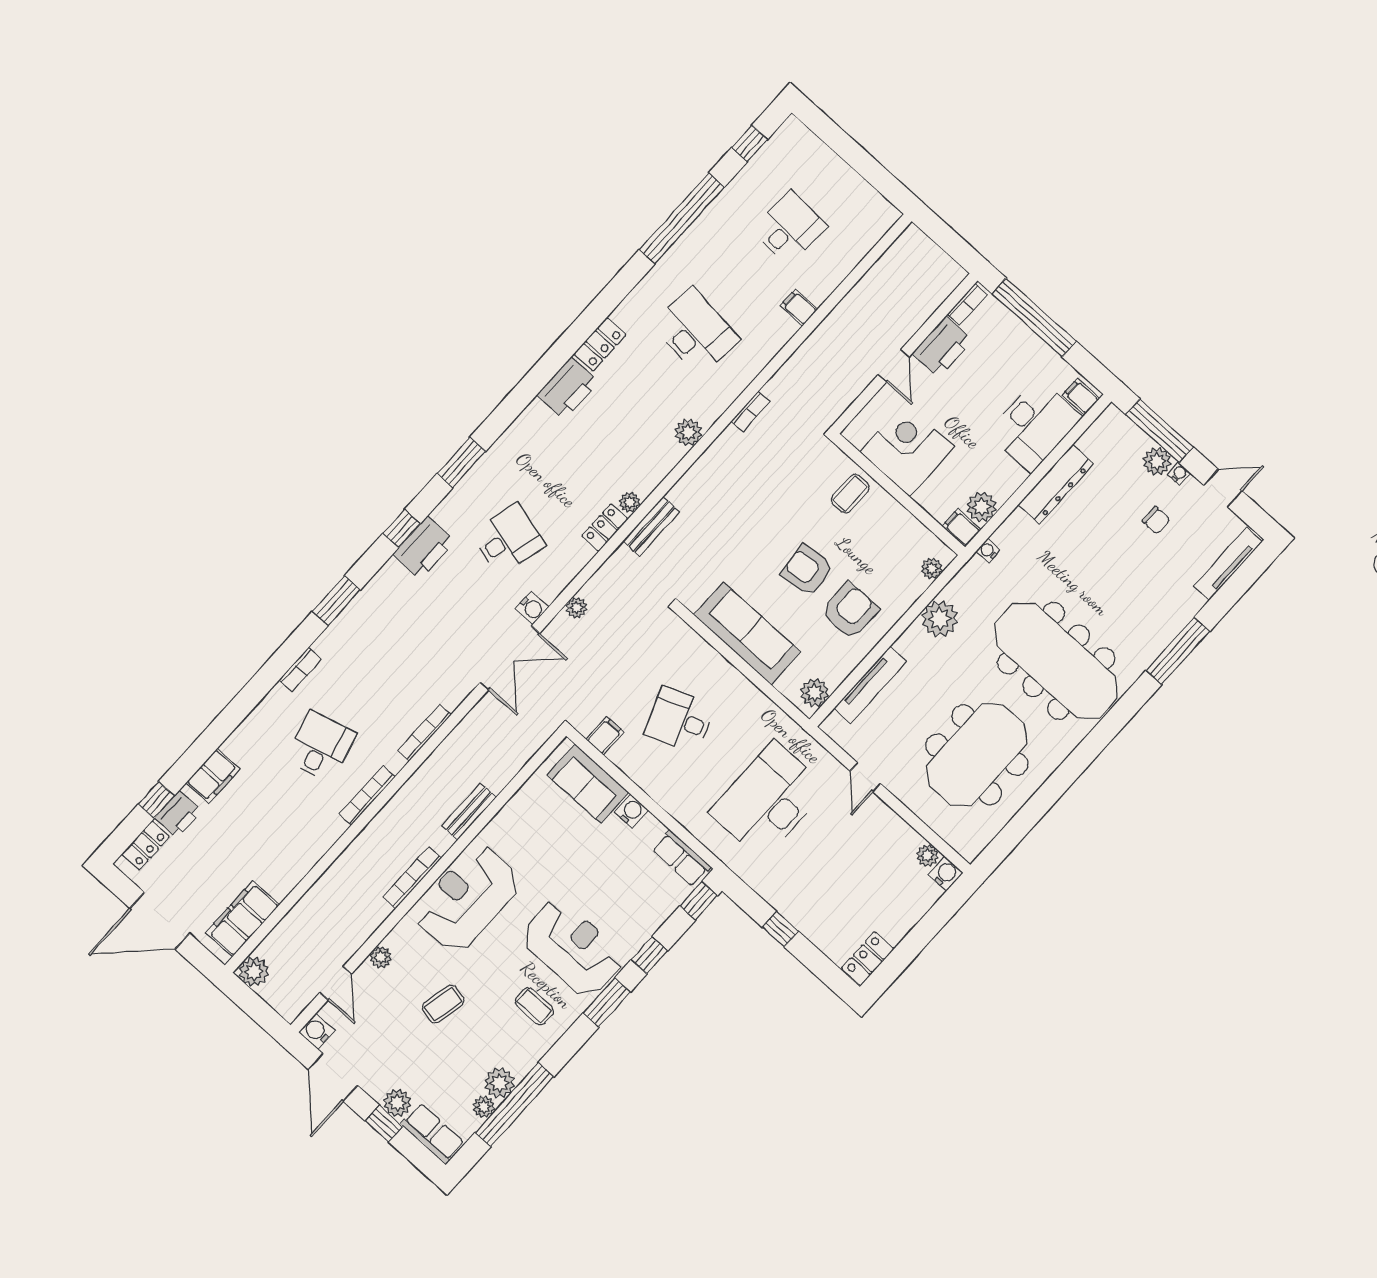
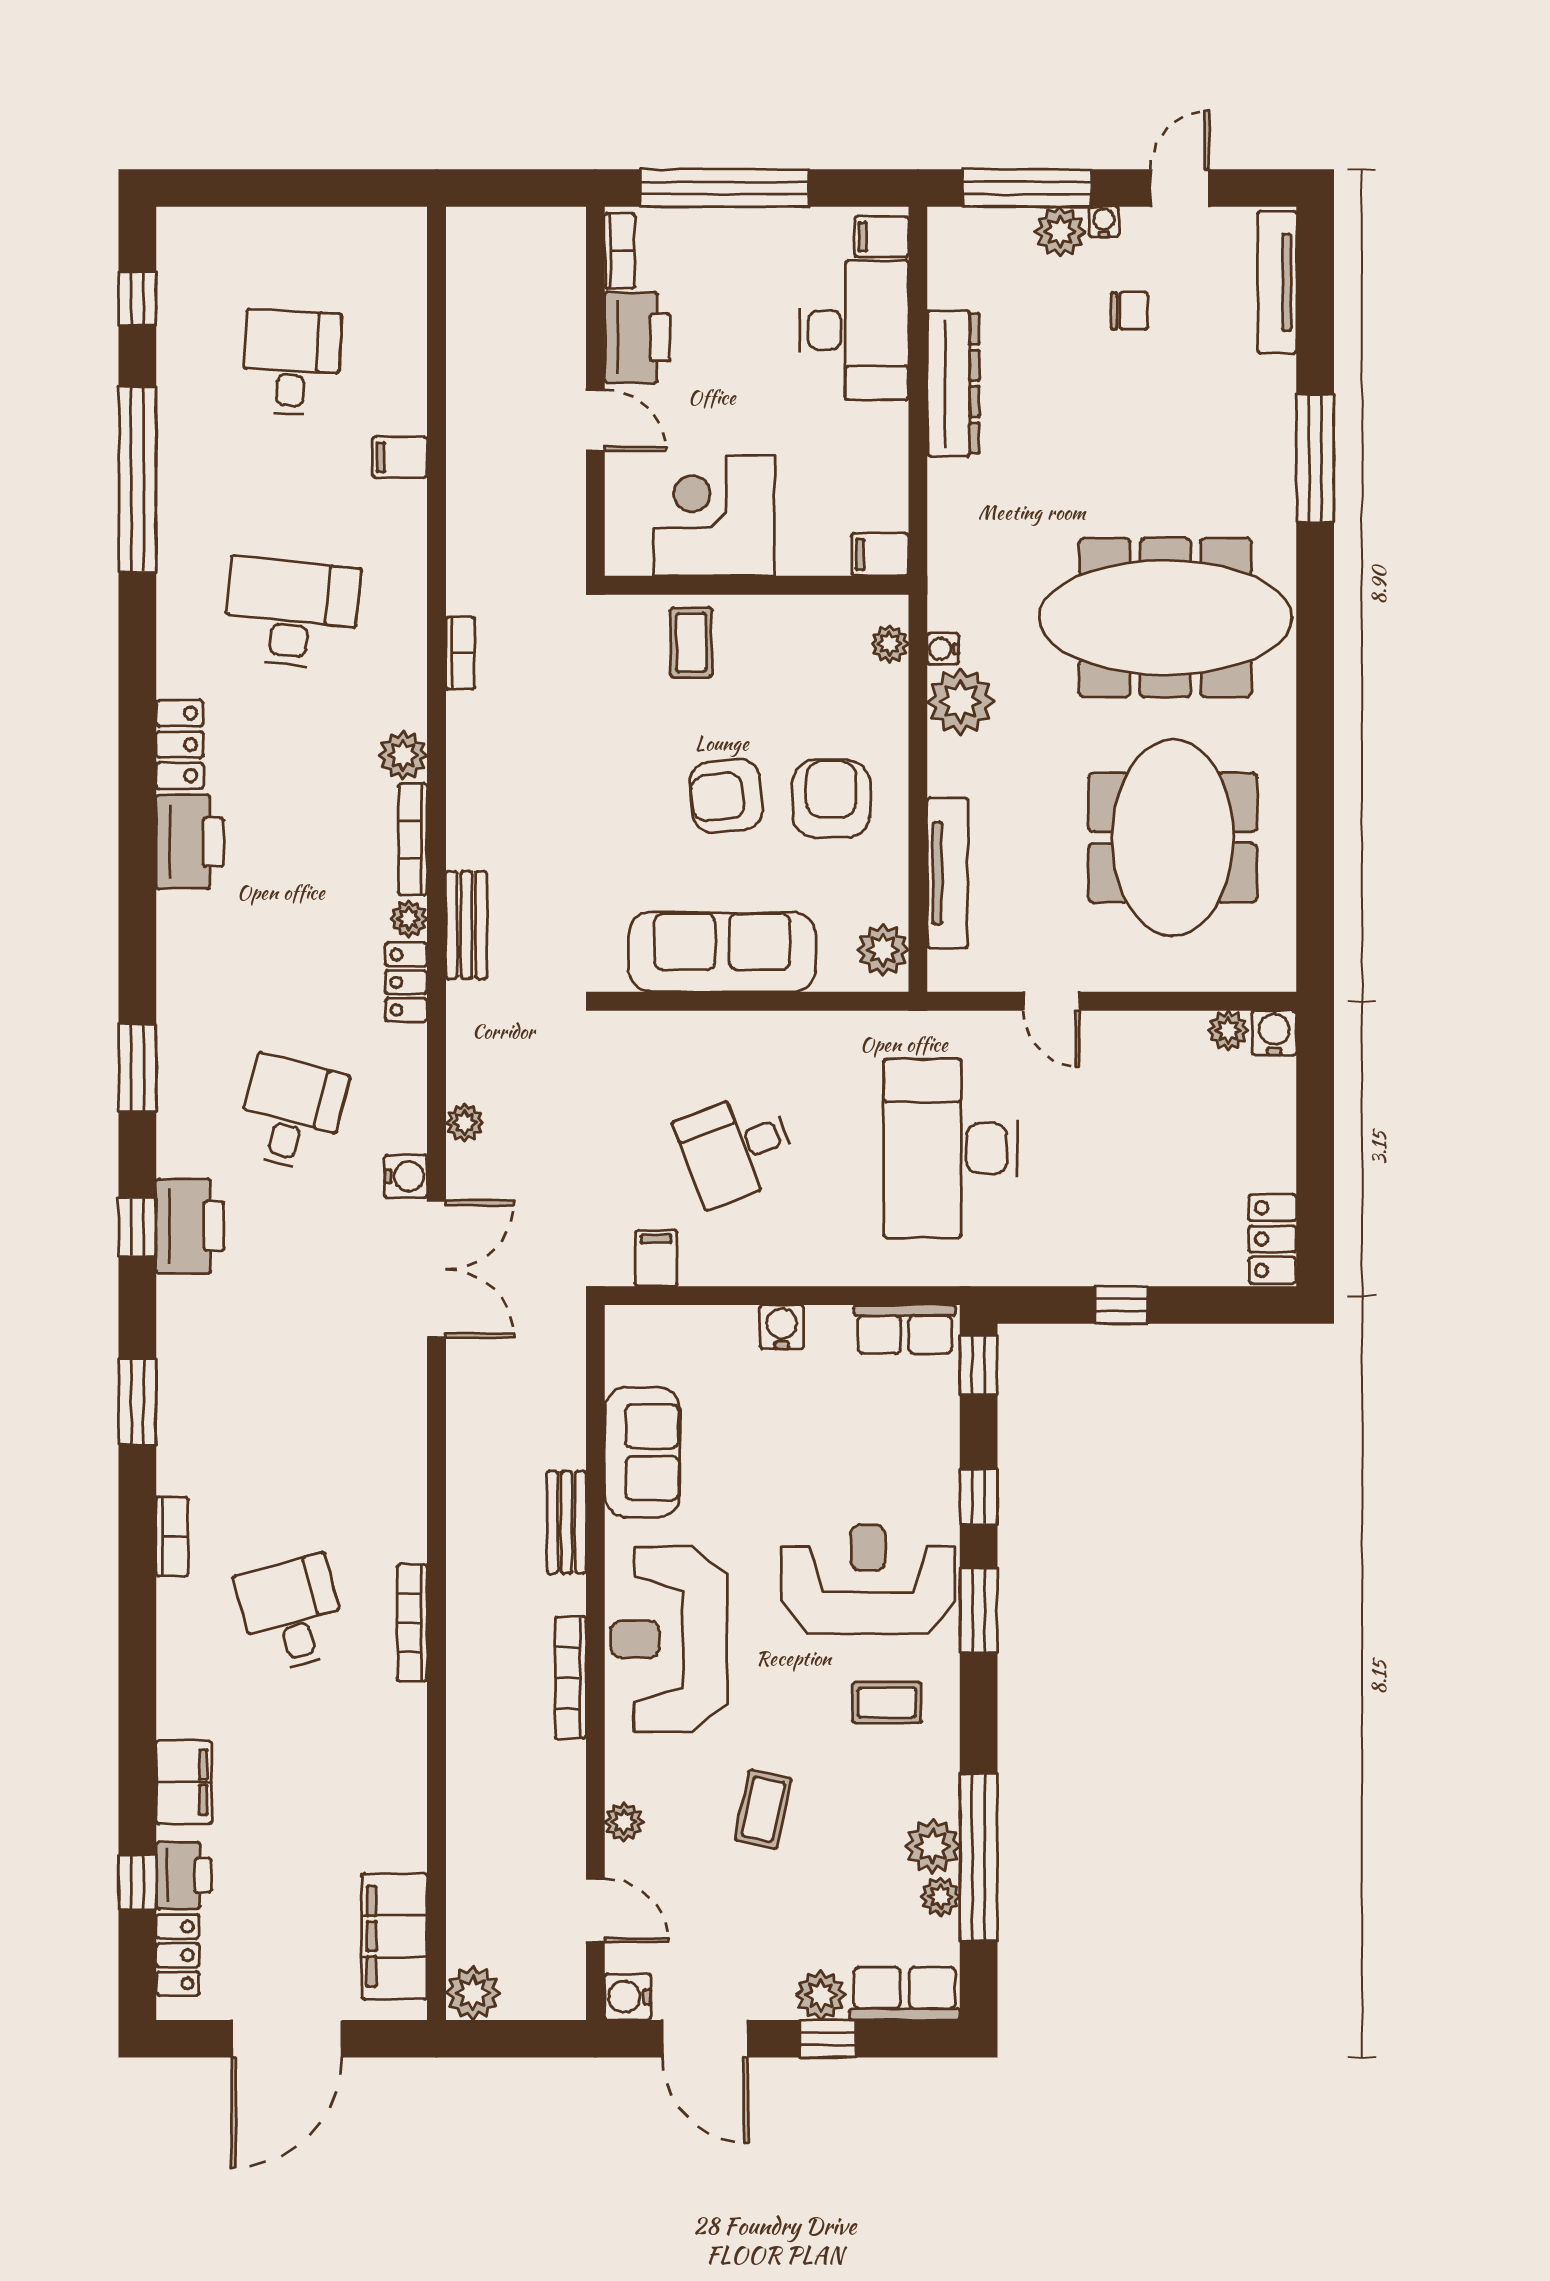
plant: (982, 507) -> (882, 503), removed
water cooler: (988, 551) -> (943, 649), moved
bookcase: (425, 732) -> (413, 839), moved
sofa: (588, 784) -> (642, 1452), moved, turned -90

